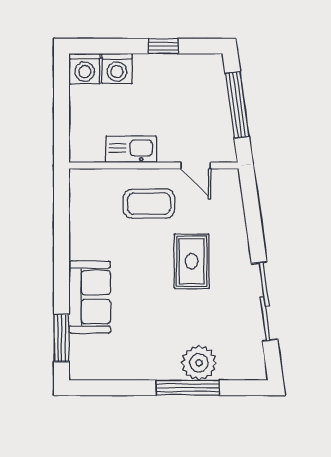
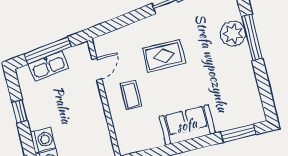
kitchen sink: (131, 149) -> (48, 66), moved, turned -98
coffee table: (149, 204) -> (131, 95), width x0.73, depth x0.77
sofa: (90, 297) -> (187, 125), moved

